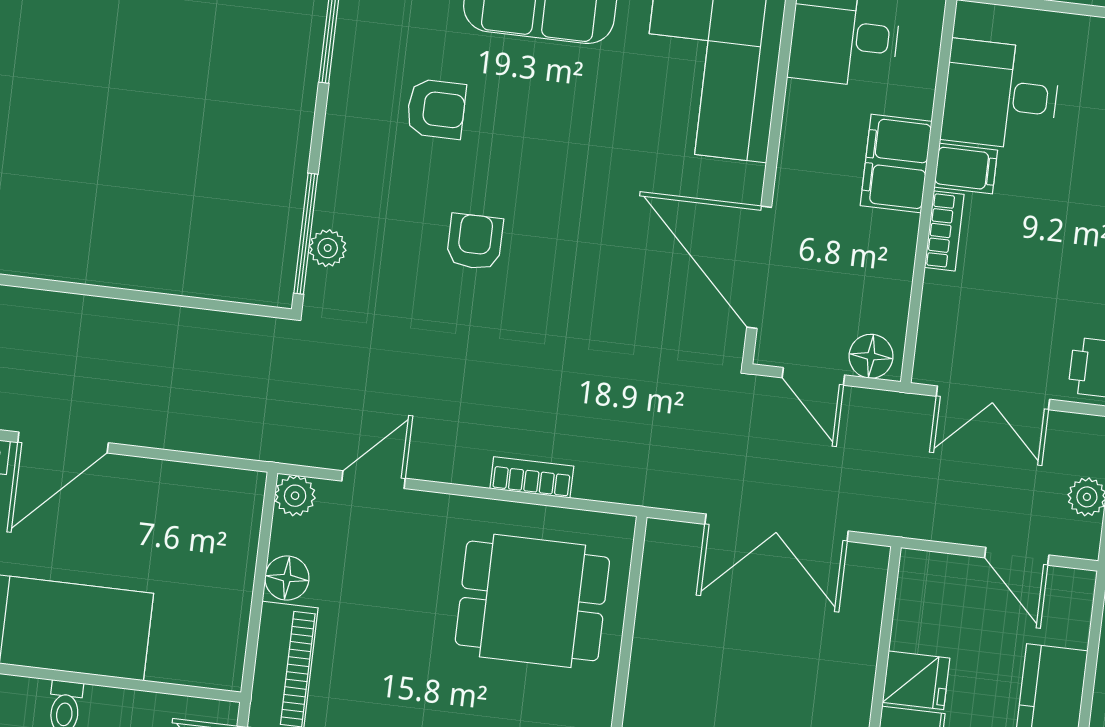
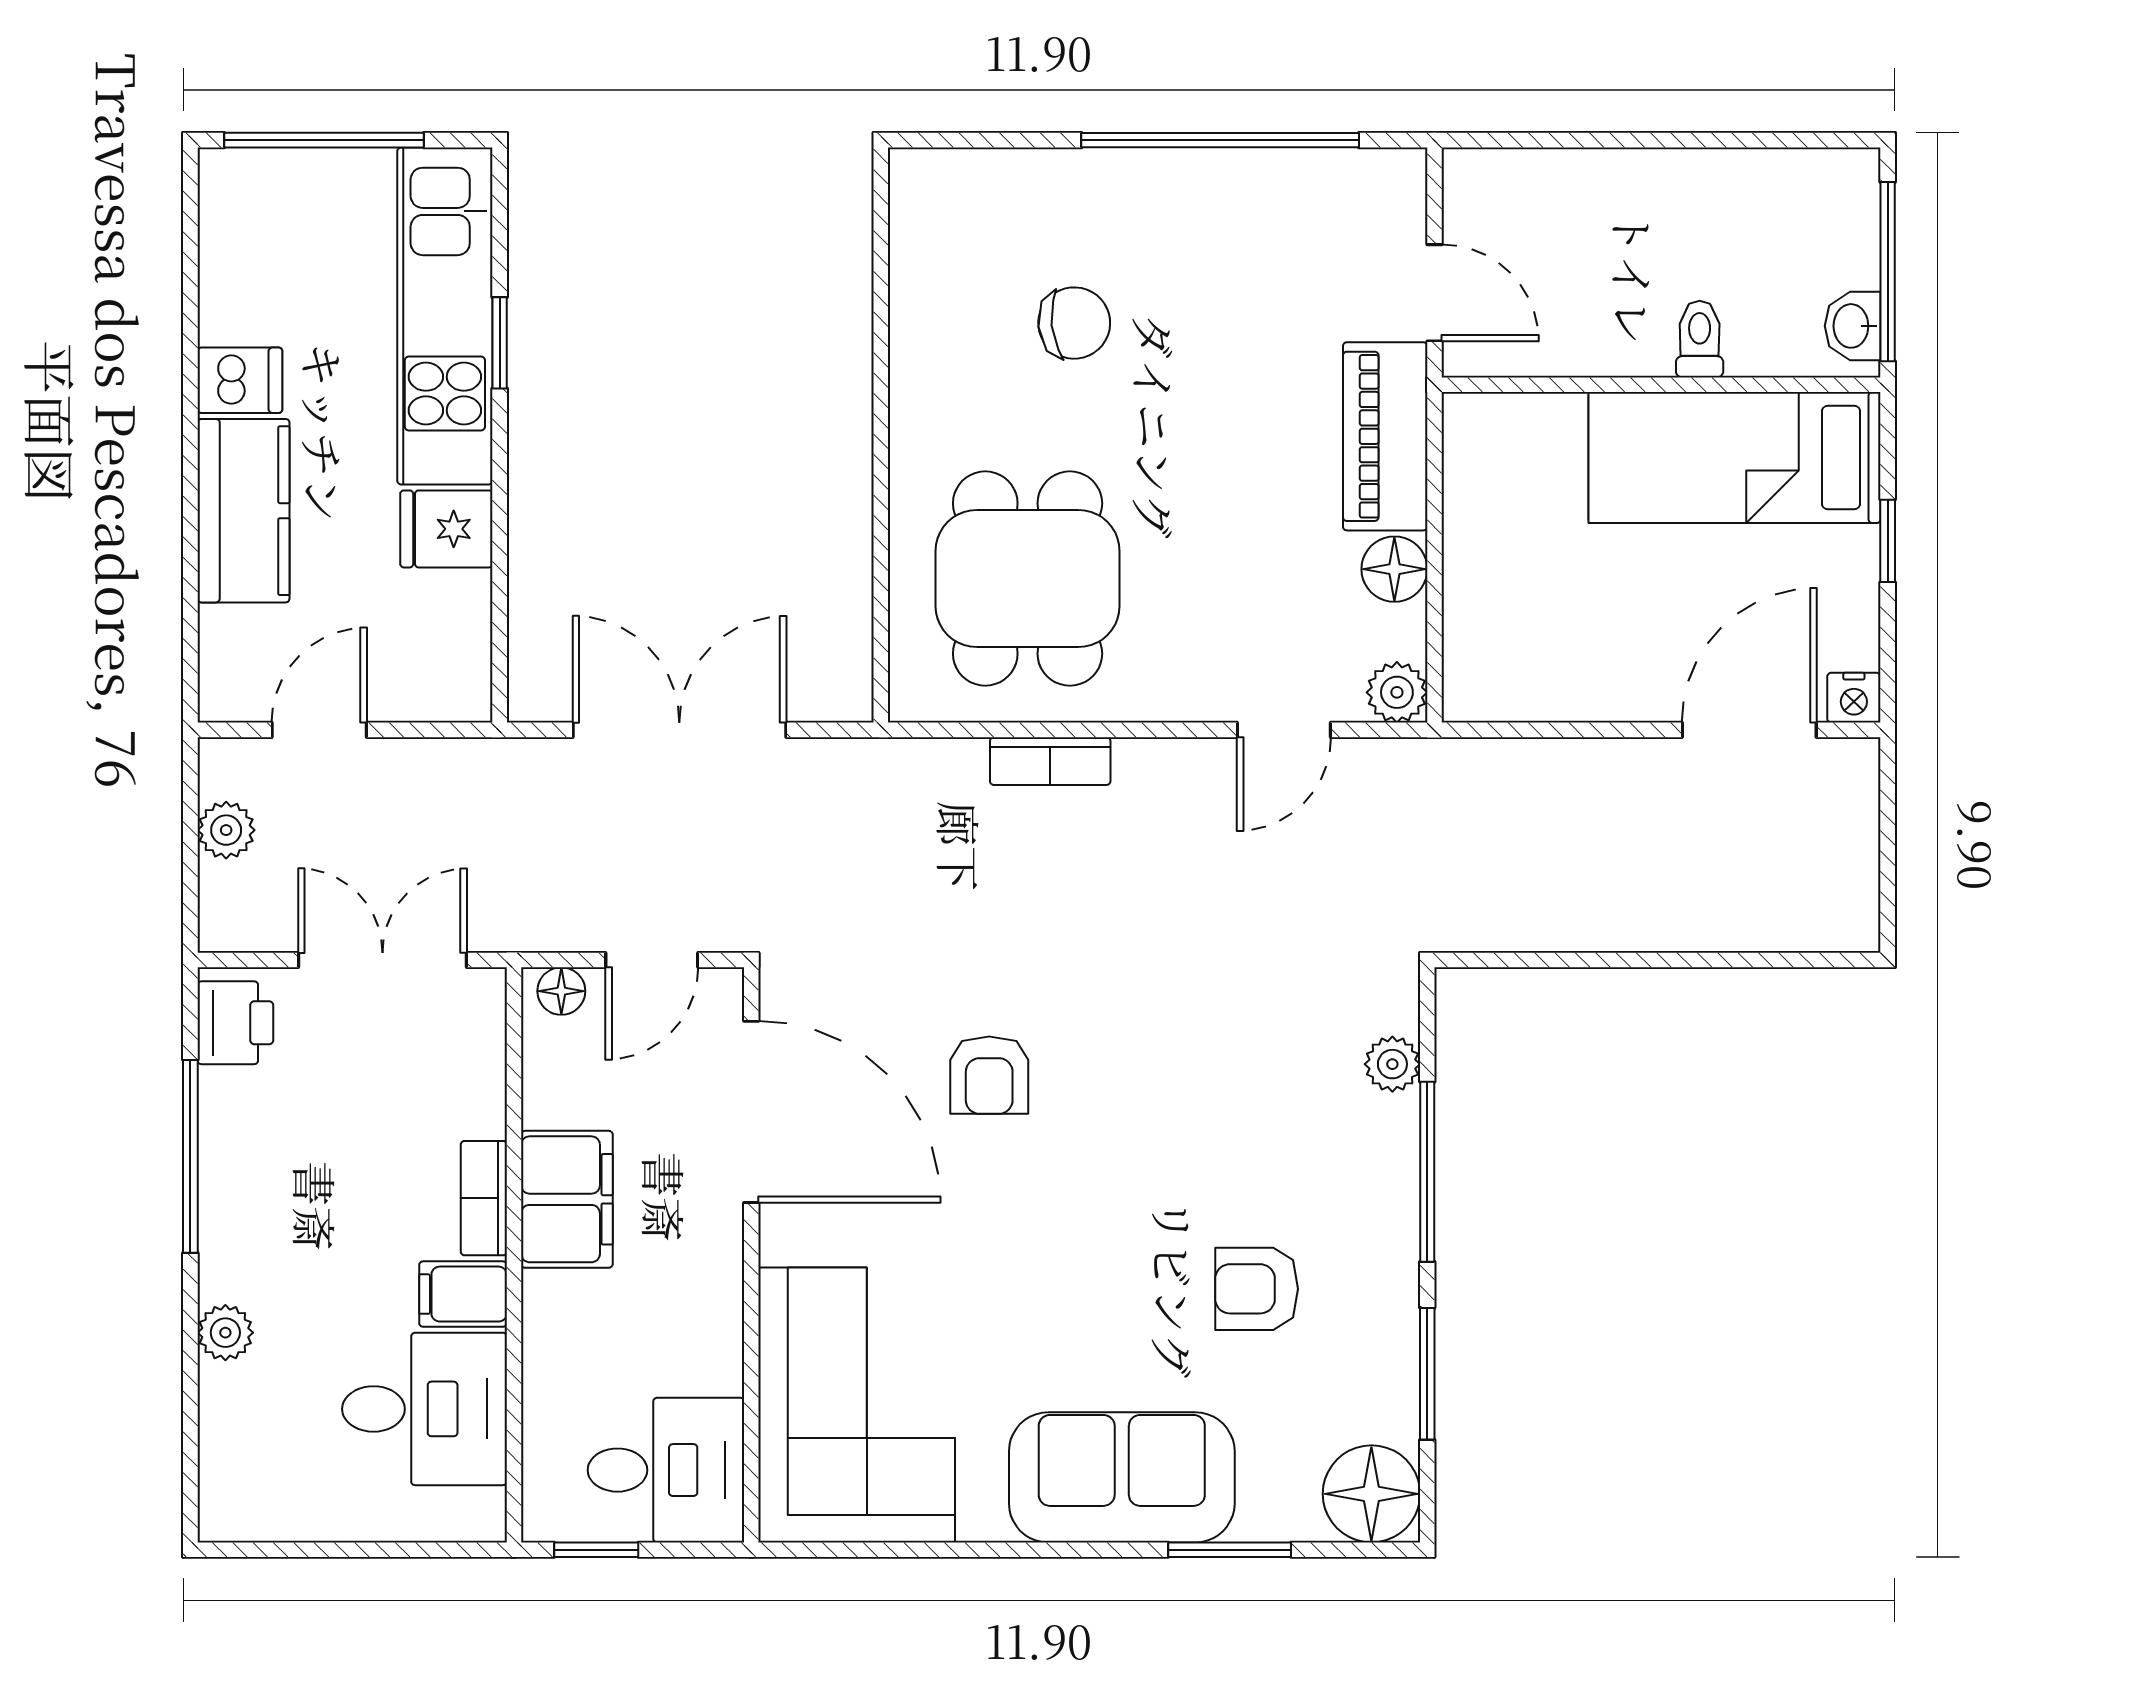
filing cabinet: (896, 163) -> (567, 1199), moved
window: (306, 234) -> (1427, 1172), moved
armchair: (475, 242) -> (989, 1075), moved
floor lamp: (871, 356) -> (561, 991), width x0.73, depth x0.73
door: (813, 376) -> (652, 960), swing flipped
door: (1017, 556) -> (319, 730), hinge flipped
dining table: (532, 601) -> (1028, 579), turned 90

